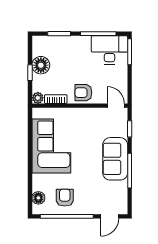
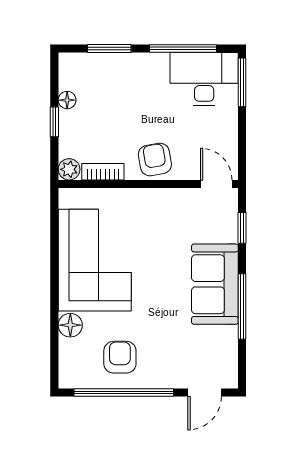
floor lamp: (41, 65) -> (67, 100), width x0.53, depth x0.53
armchair: (83, 93) -> (155, 159), turned 80
floor lamp: (38, 198) -> (70, 325), moved

